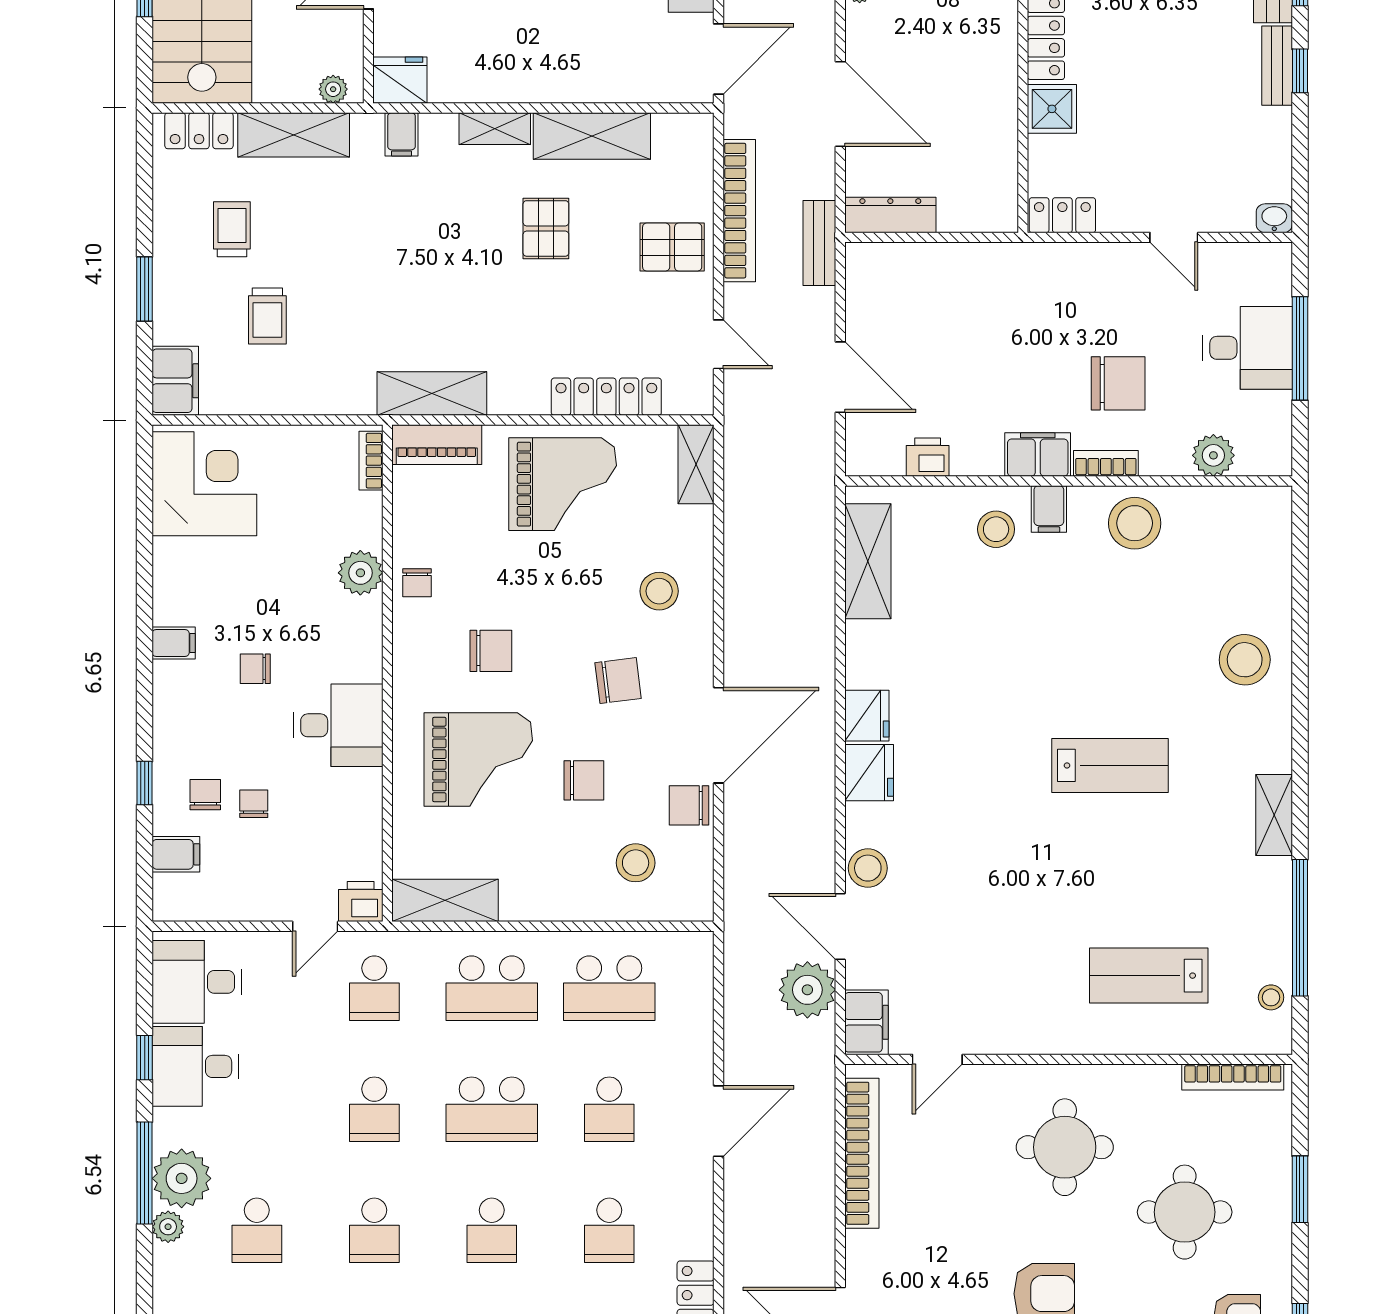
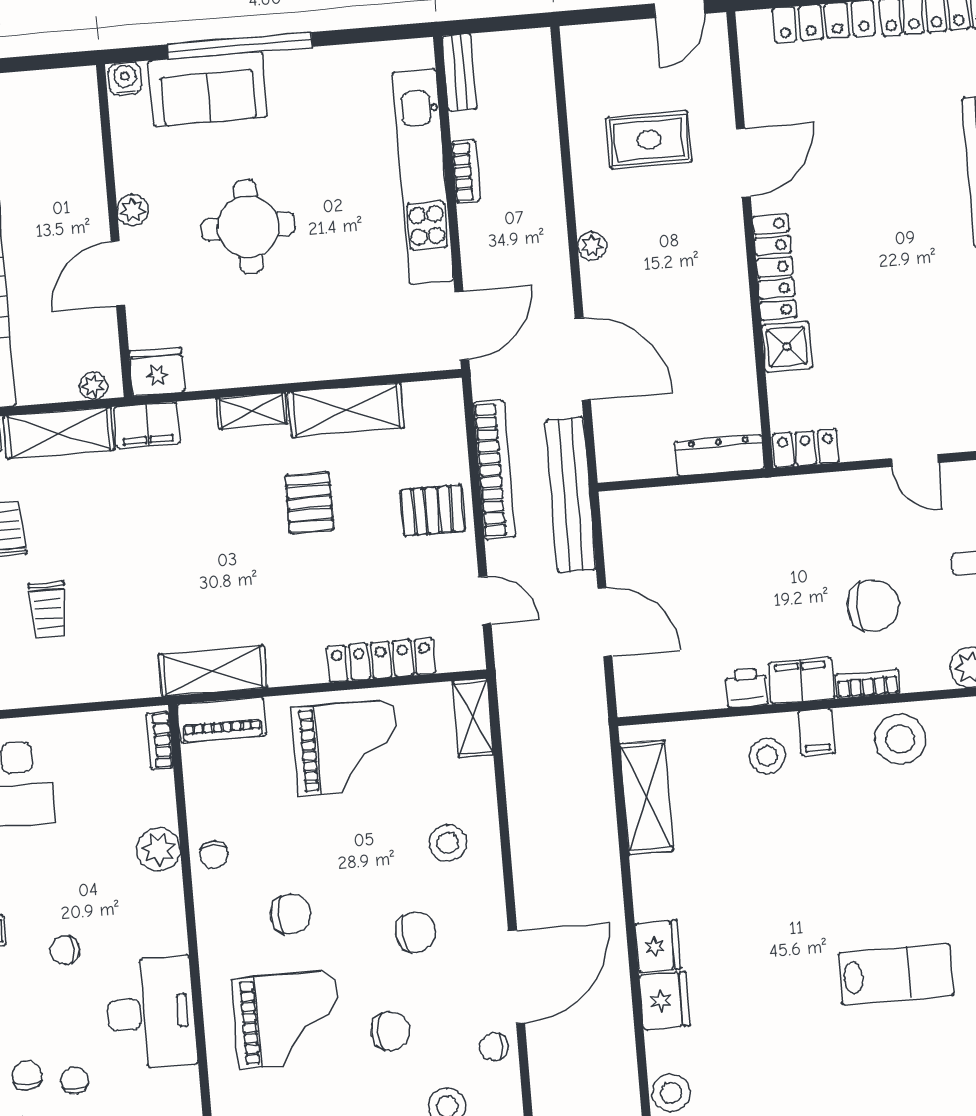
filing cabinet: (401, 134) -> (147, 425), width x2.00
dresser: (890, 215) -> (719, 455), moved
bench: (819, 243) -> (571, 495), width x1.86, depth x1.21
printer: (928, 457) -> (747, 688), moved
desk: (338, 725) -> (151, 1013), width x1.37
chair: (689, 805) -> (494, 1047), width x0.73, depth x0.73

